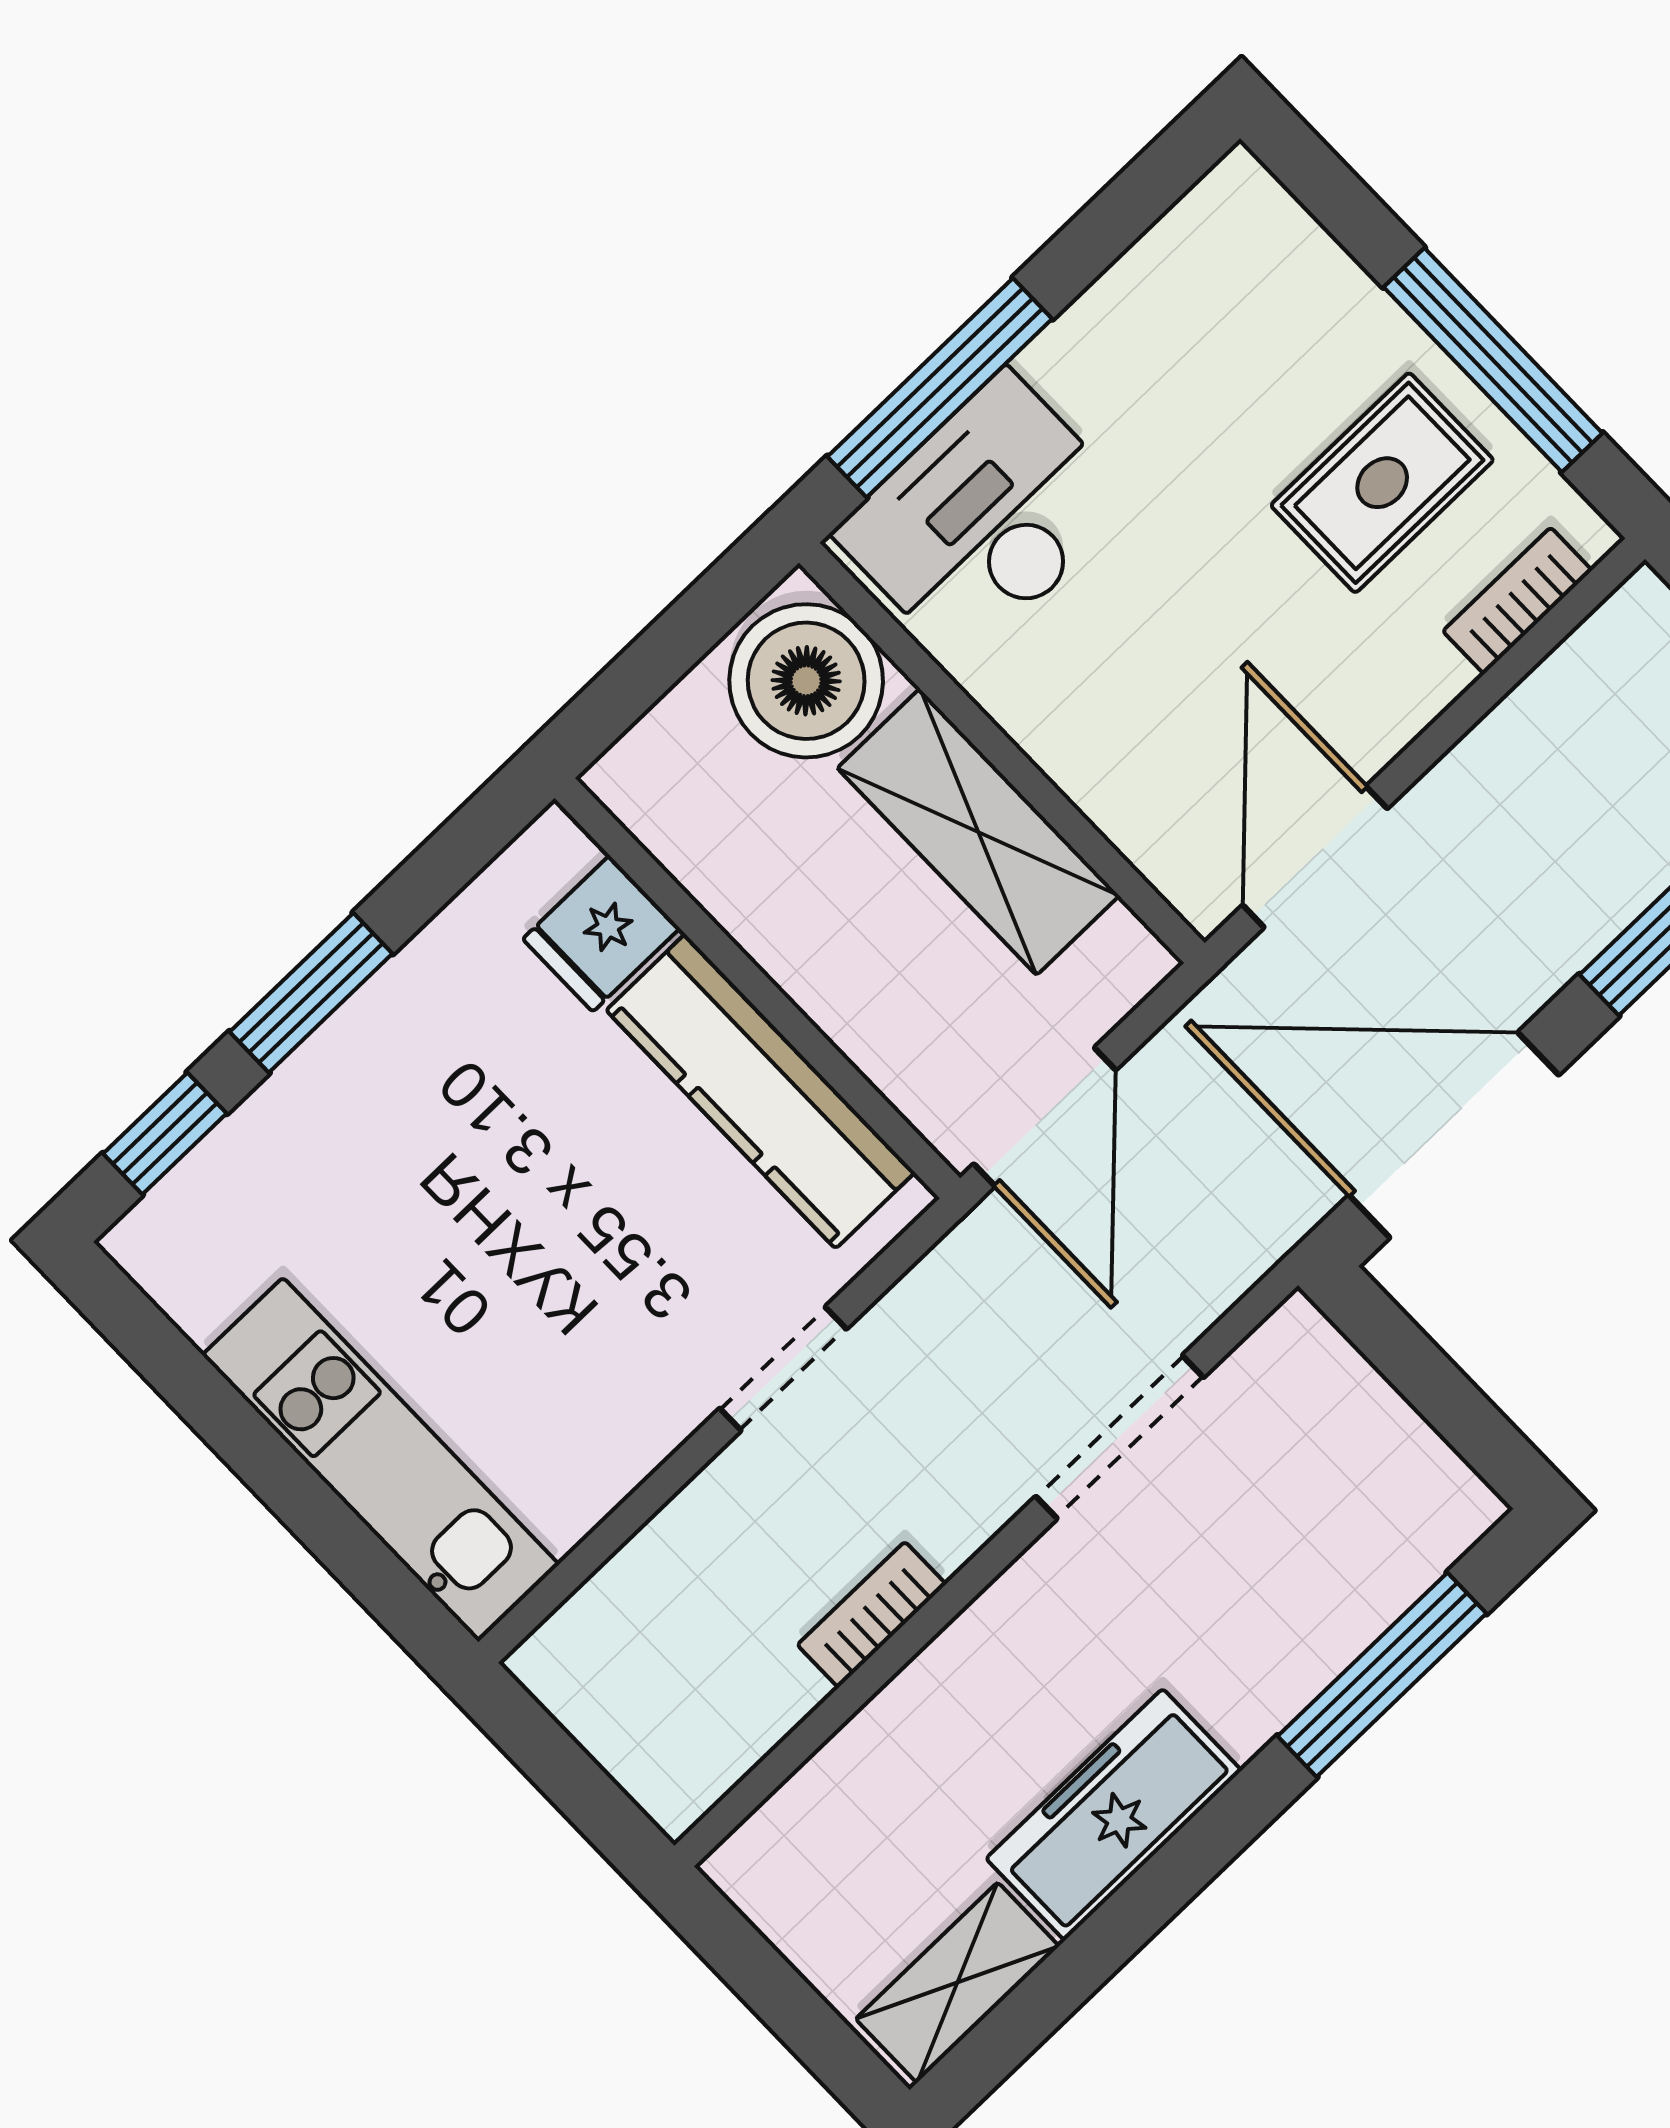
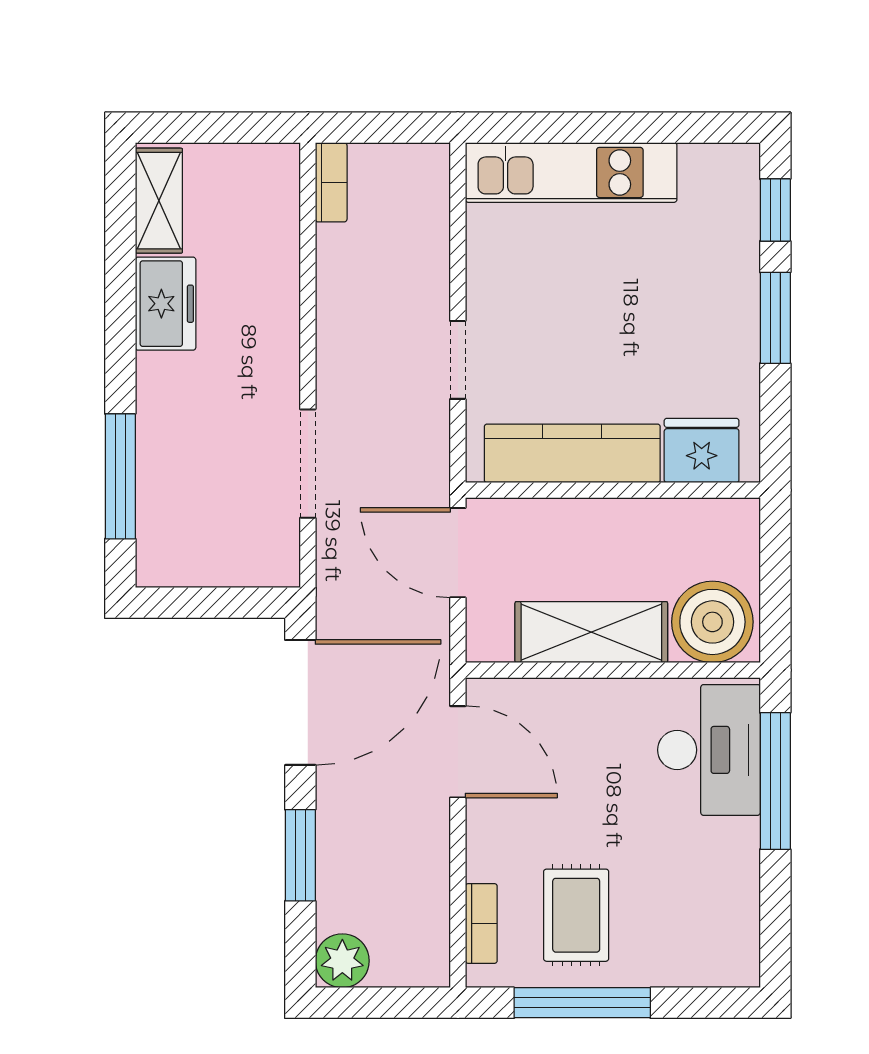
fridge: (601, 934) -> (702, 451), width x1.38
bookcase: (872, 1615) -> (331, 182), moved
freezer: (1114, 1815) -> (166, 304), width x0.71

